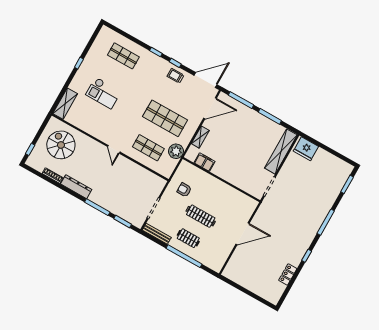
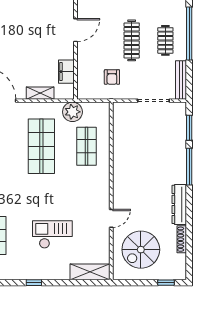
checkout: (103, 93) -> (52, 234), turned -90
door: (114, 149) -> (111, 218), moved
door: (228, 183) -> (76, 30), added

